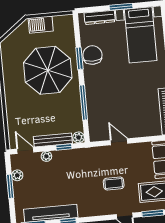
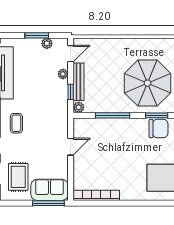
coffee table: (114, 183) -> (16, 123), moved

